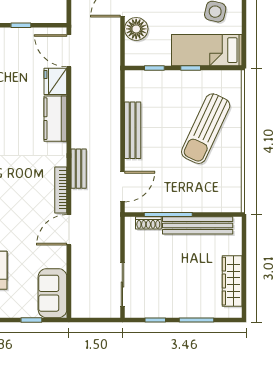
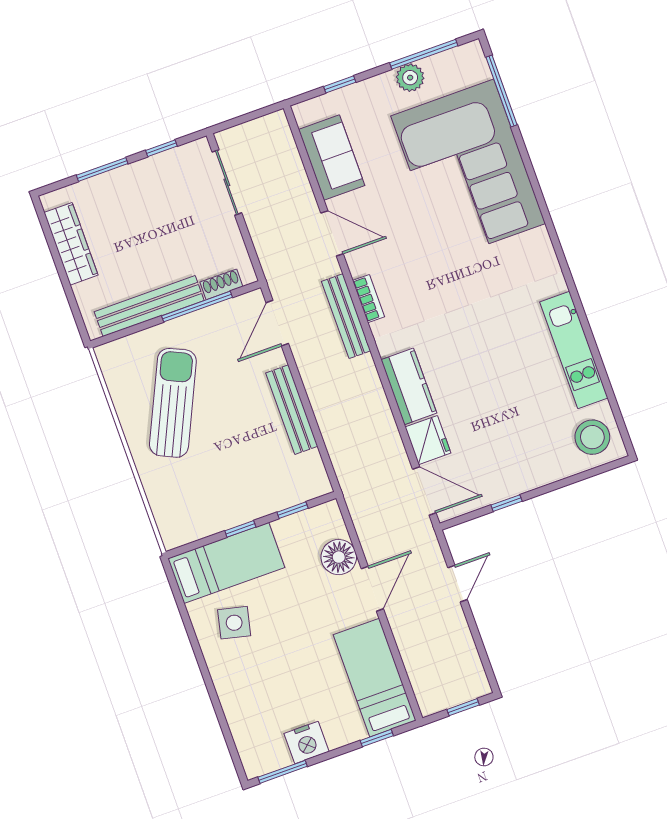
sun lounger: (206, 129) -> (173, 403), moved
bench: (79, 169) -> (346, 316), width x1.36
bookcase: (61, 190) -> (368, 299), width x0.64
door: (69, 230) -> (332, 233), hinge flipped
sofa: (52, 293) -> (332, 158), moved

